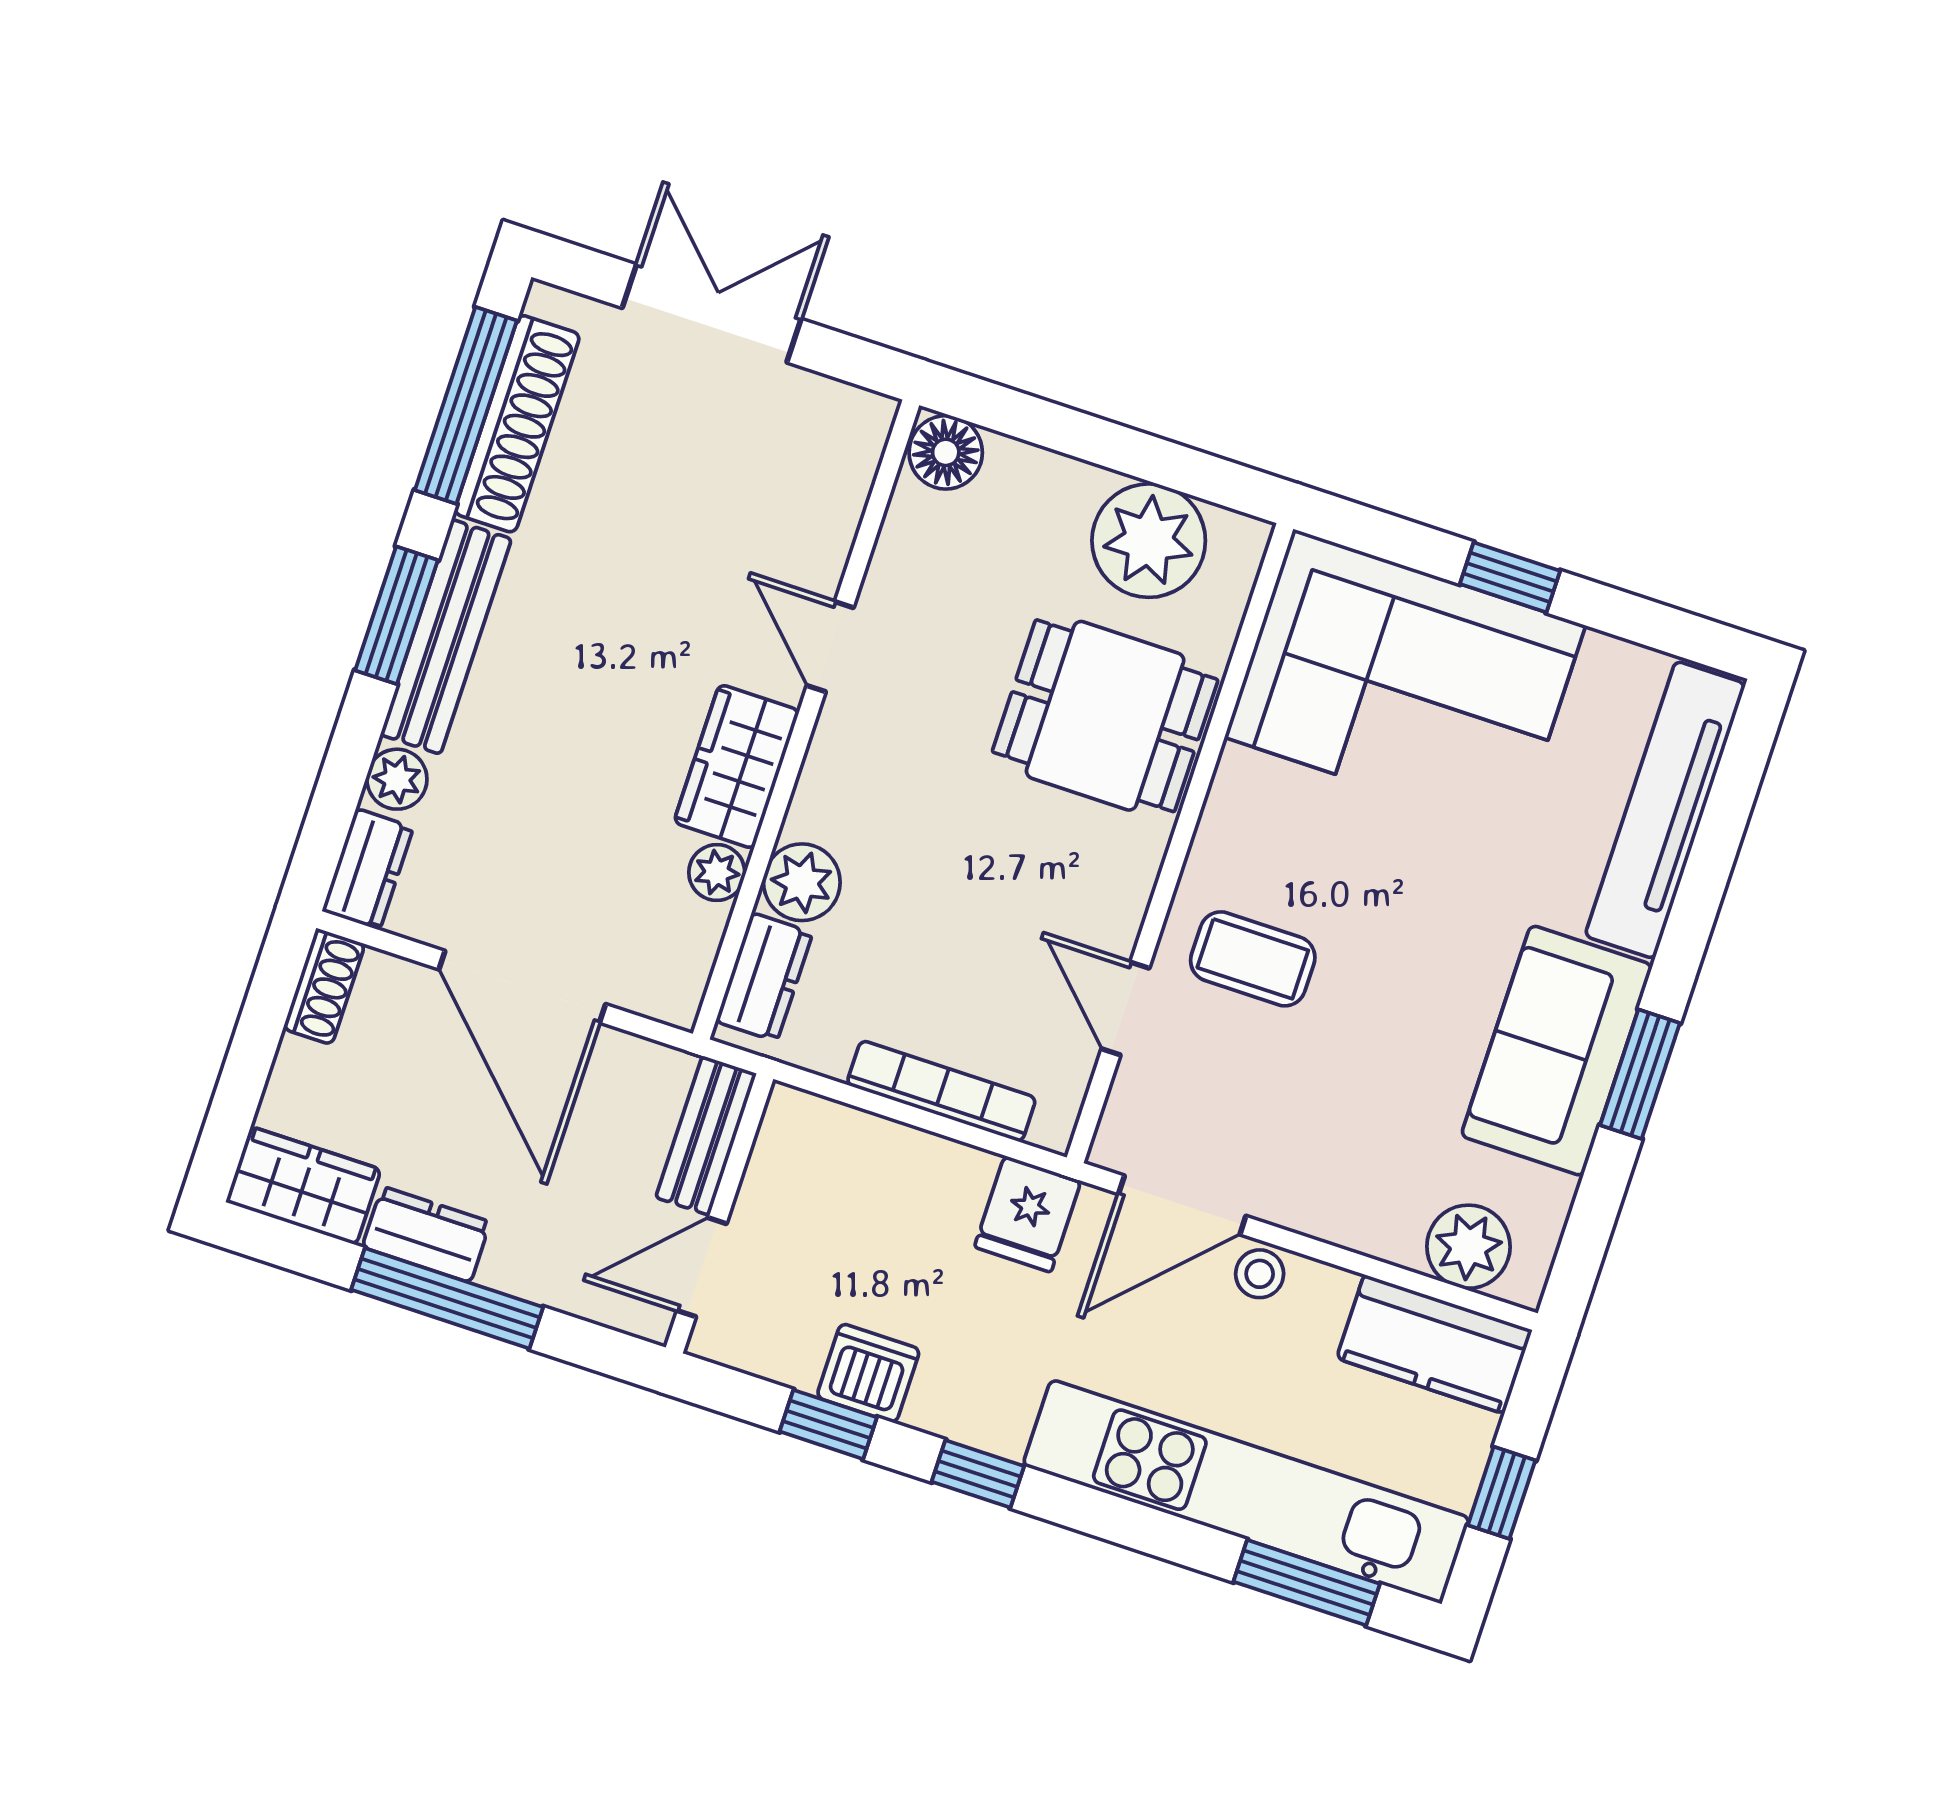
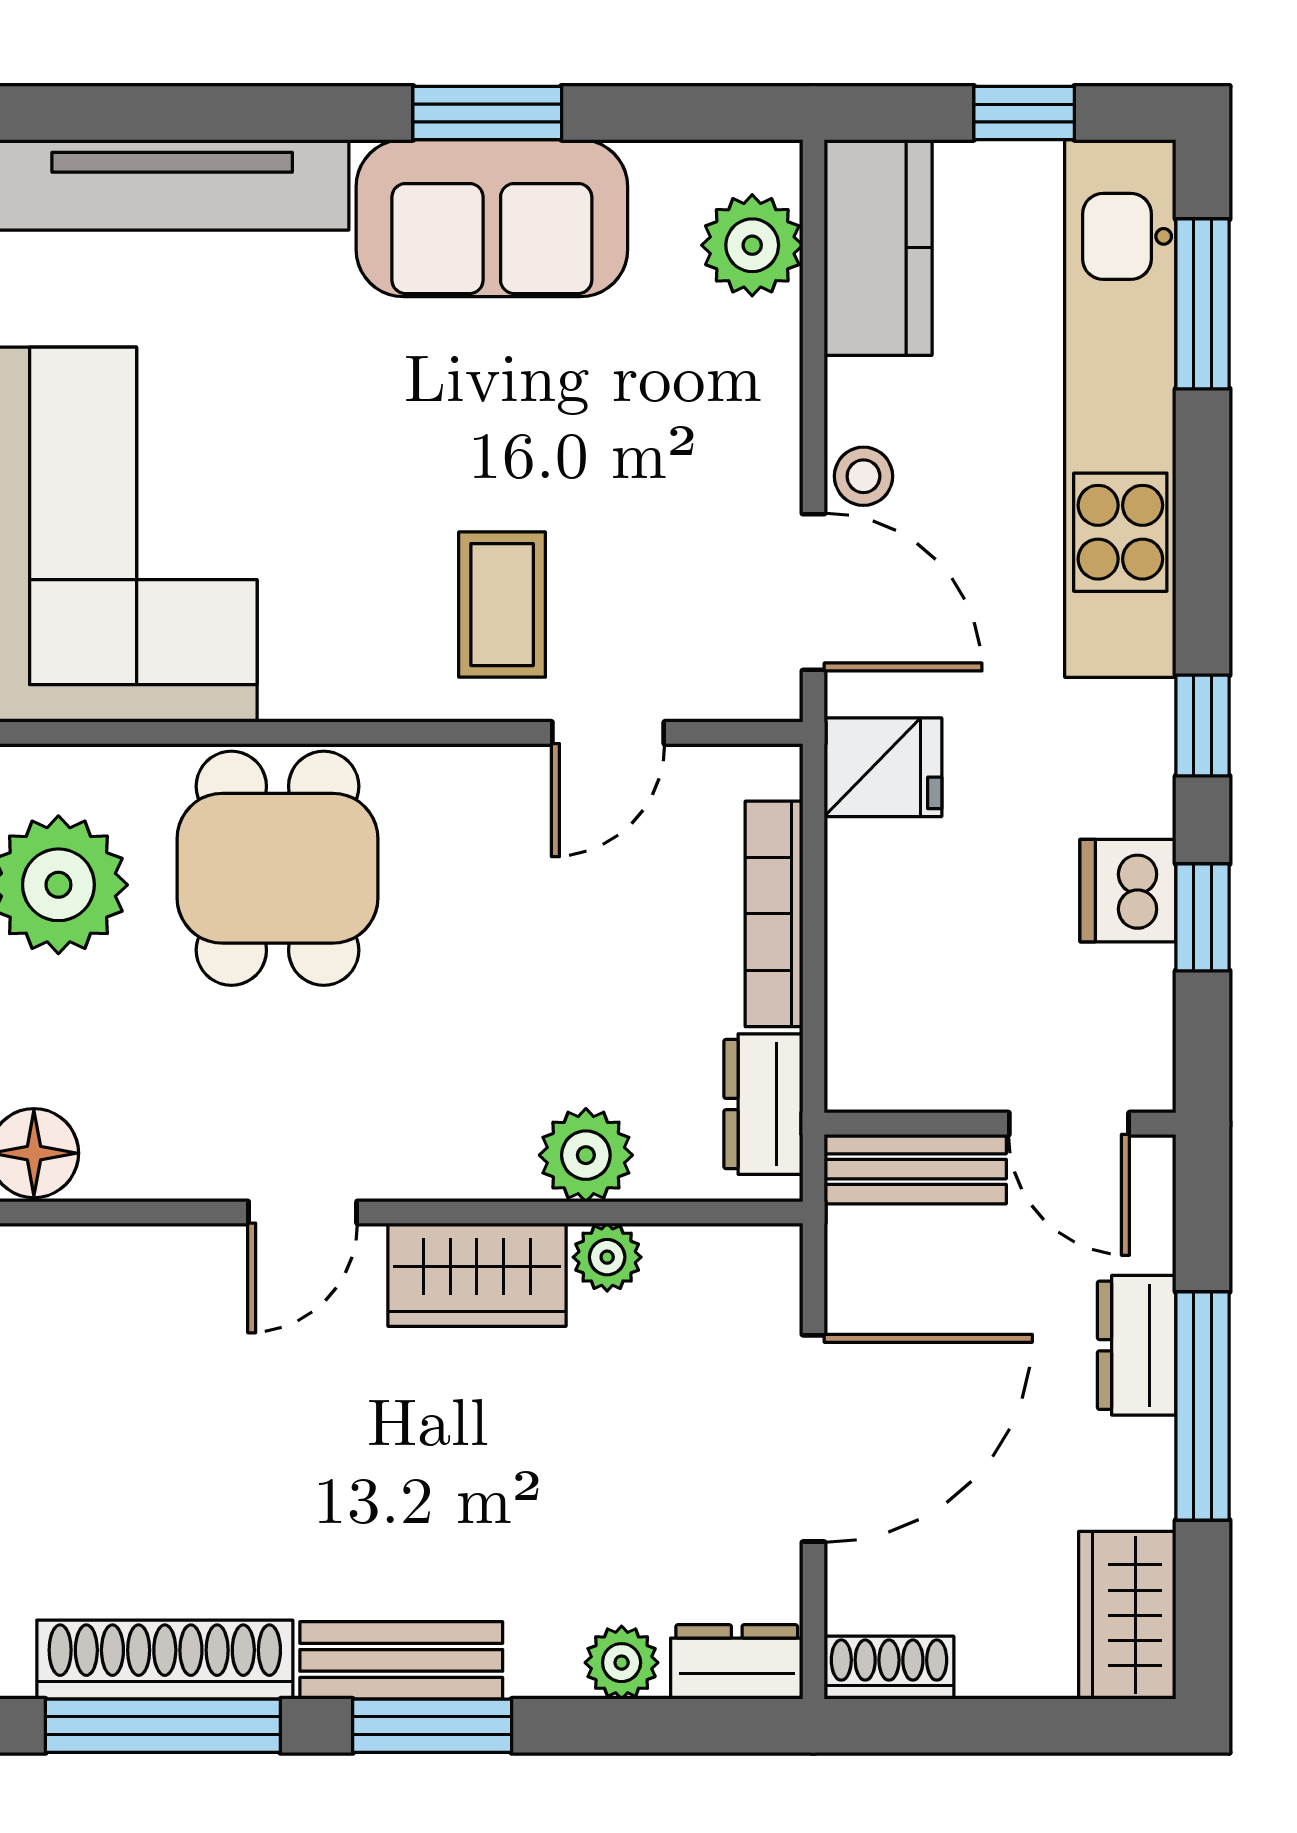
bench: (446, 637) -> (401, 1660), width x0.73
dresser: (764, 977) -> (763, 1104), moved, turned -90
dresser: (426, 1235) -> (1137, 1345), moved

